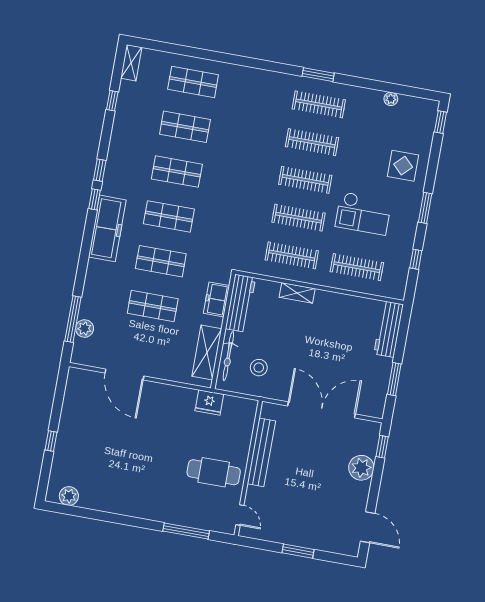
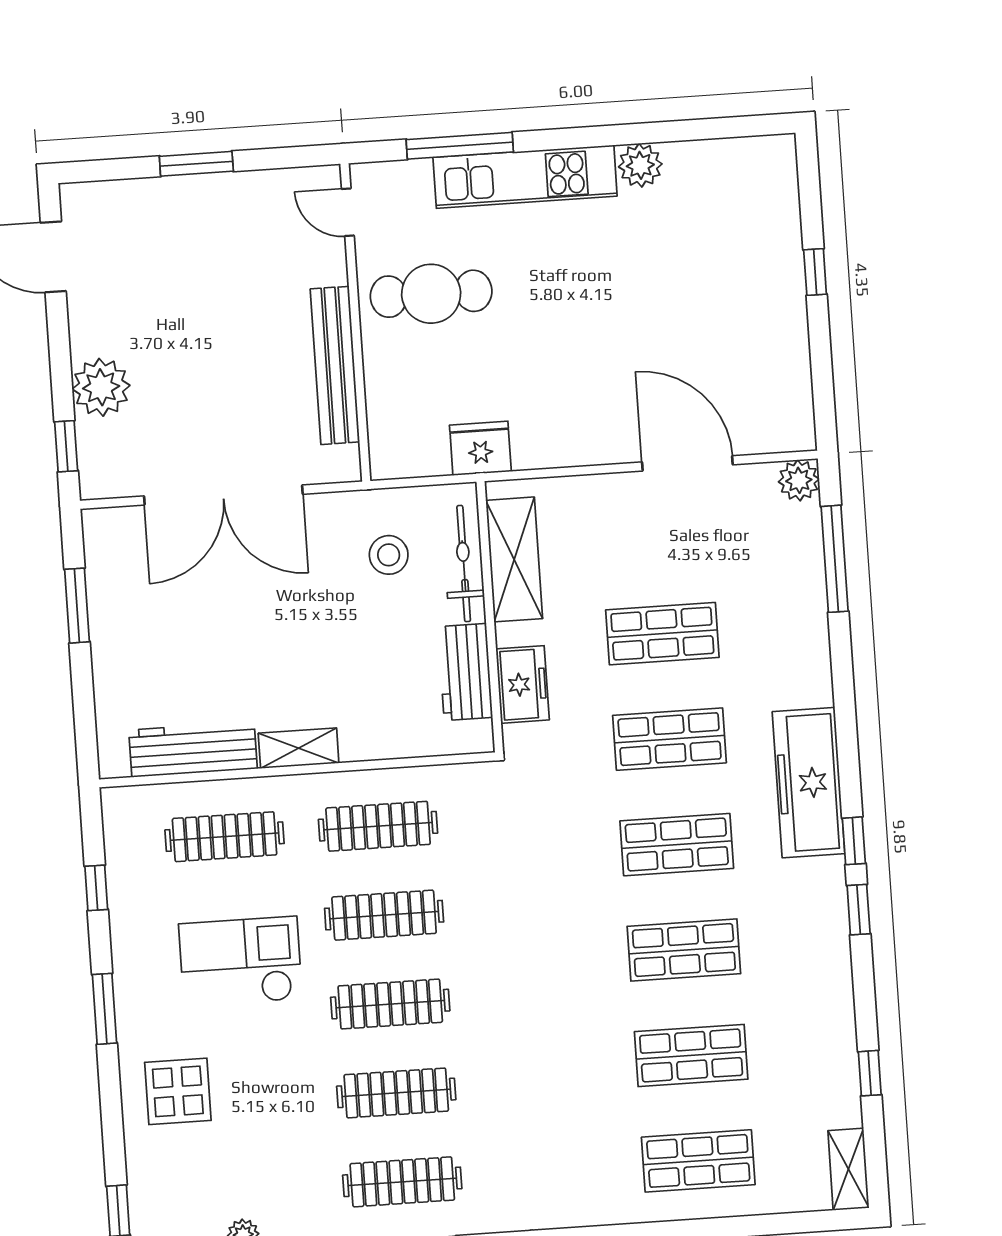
shelving: (297, 293) -> (299, 748), moved
workbench: (240, 303) -> (465, 672), width x0.73
plant: (85, 329) -> (799, 480), moved
workbench: (389, 329) -> (193, 749), moved, turned -90
plant: (69, 496) -> (640, 165), moved
kitchen unit: (162, 511) -> (525, 177), added

